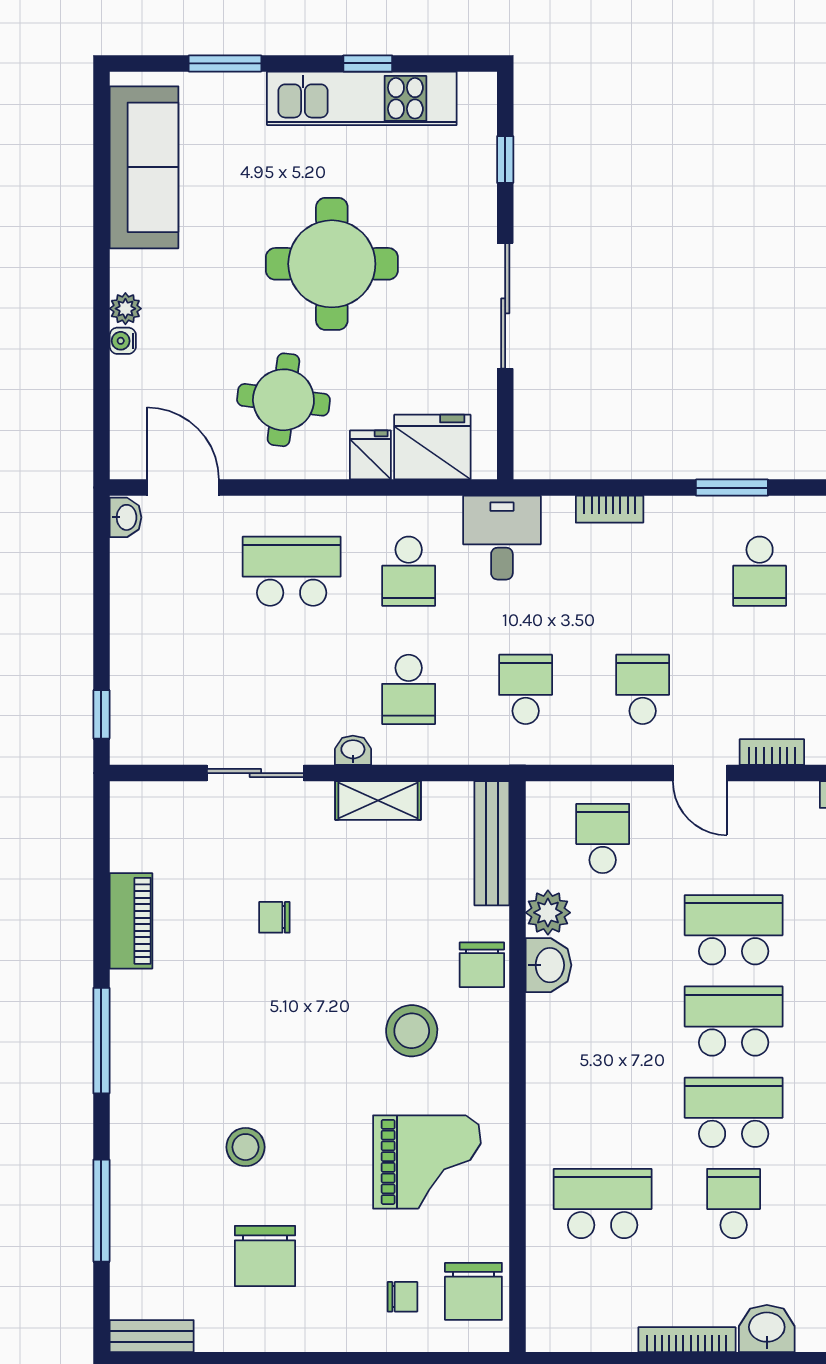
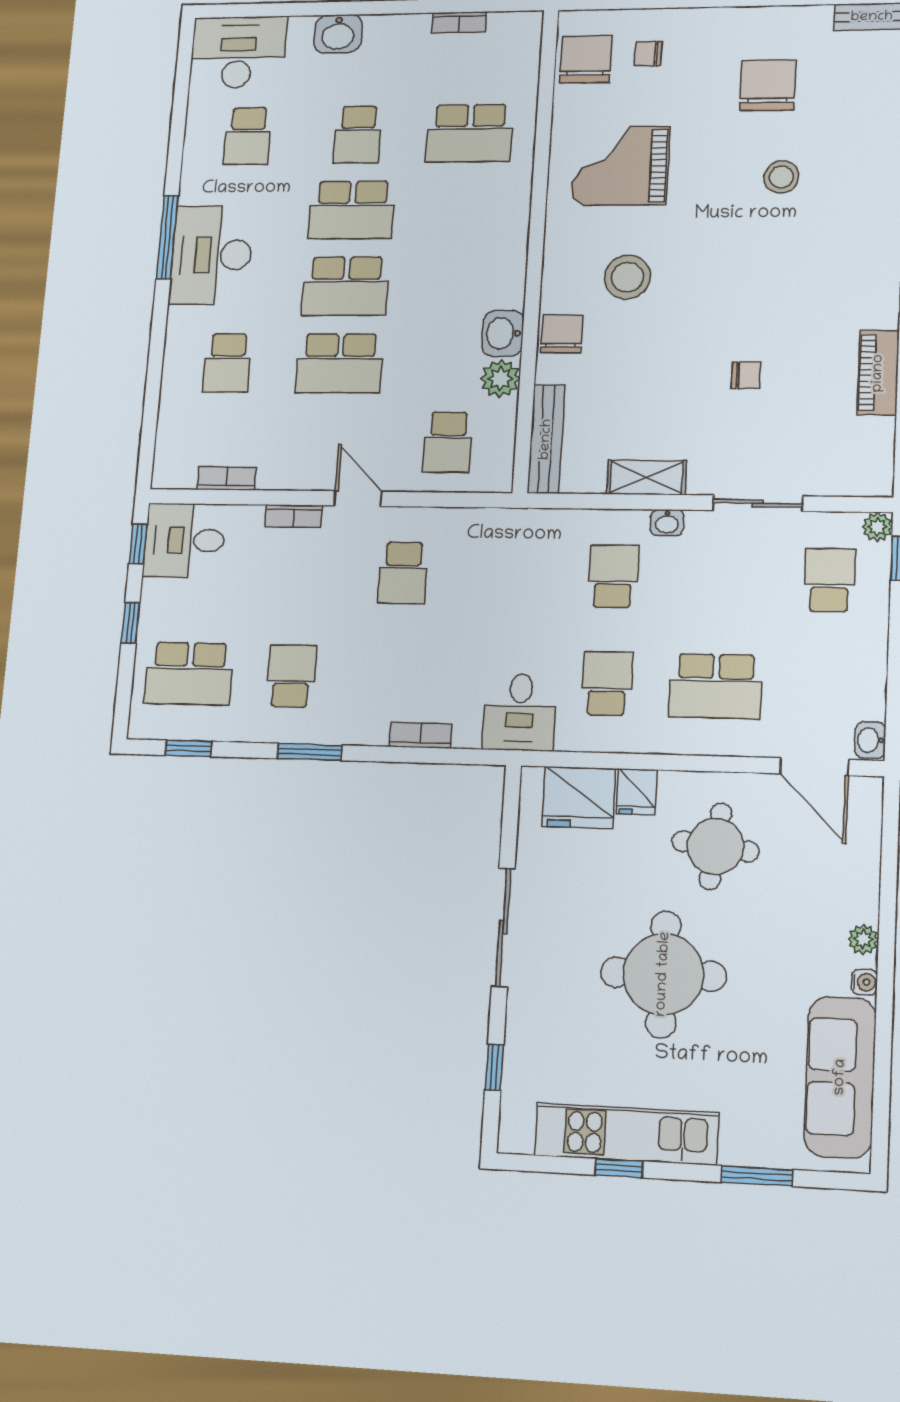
water cooler: (123, 341) -> (864, 982), moved
school desk: (526, 689) -> (830, 580), moved, turned 180
plant: (126, 749) -> (877, 527), added
bookcase: (687, 1340) -> (459, 22), moved, width x0.64

